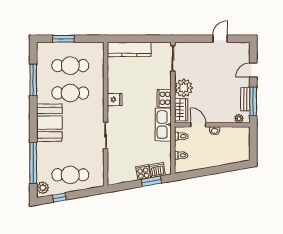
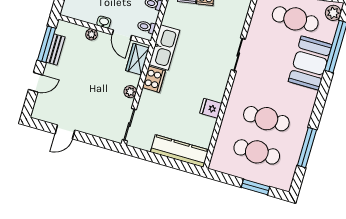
plant: (184, 88) -> (130, 92), width x0.53, depth x0.53
fridge: (115, 100) -> (211, 108), moved
plant: (239, 119) -> (92, 34), moved
booth: (49, 123) -> (310, 63), moved

